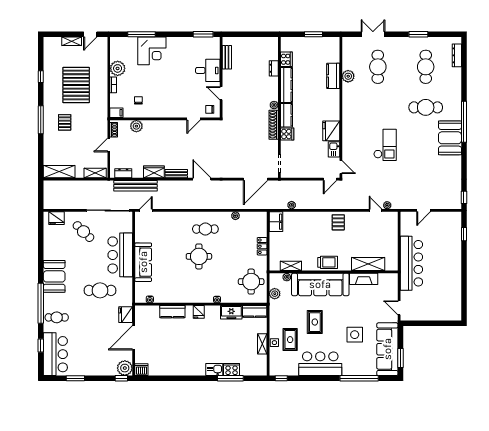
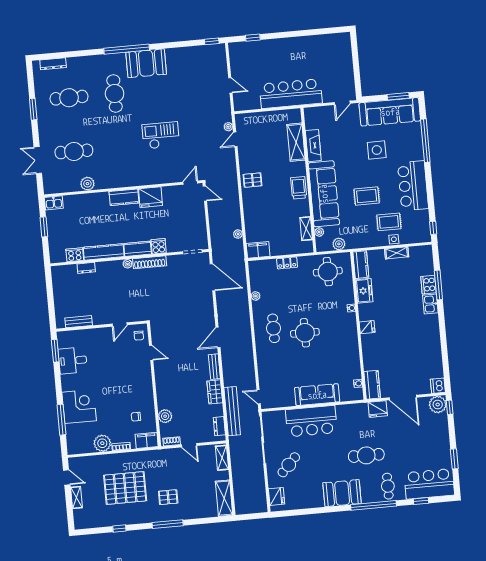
desk: (208, 70) -> (73, 361), moved, turned -90
kitchen counter: (333, 76) -> (124, 197), moved
filing cabinet: (116, 113) -> (147, 440), width x2.00
kitchen sink: (334, 149) -> (54, 203), moved
cafe table: (100, 290) -> (366, 455), moved, turned 90
kitchen counter: (172, 312) -> (372, 385), moved

